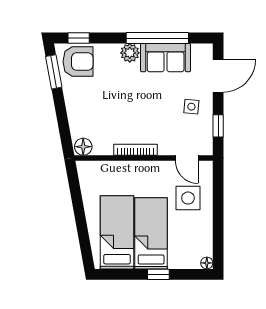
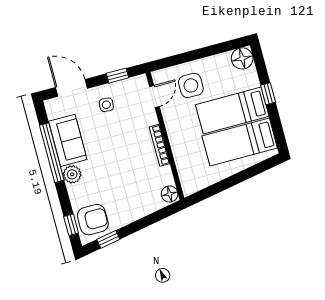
armchair: (78, 62) -> (93, 220), turned 90
window: (54, 72) -> (108, 239), width x0.67
floor lamp: (207, 263) -> (242, 58), width x1.89, depth x1.89

